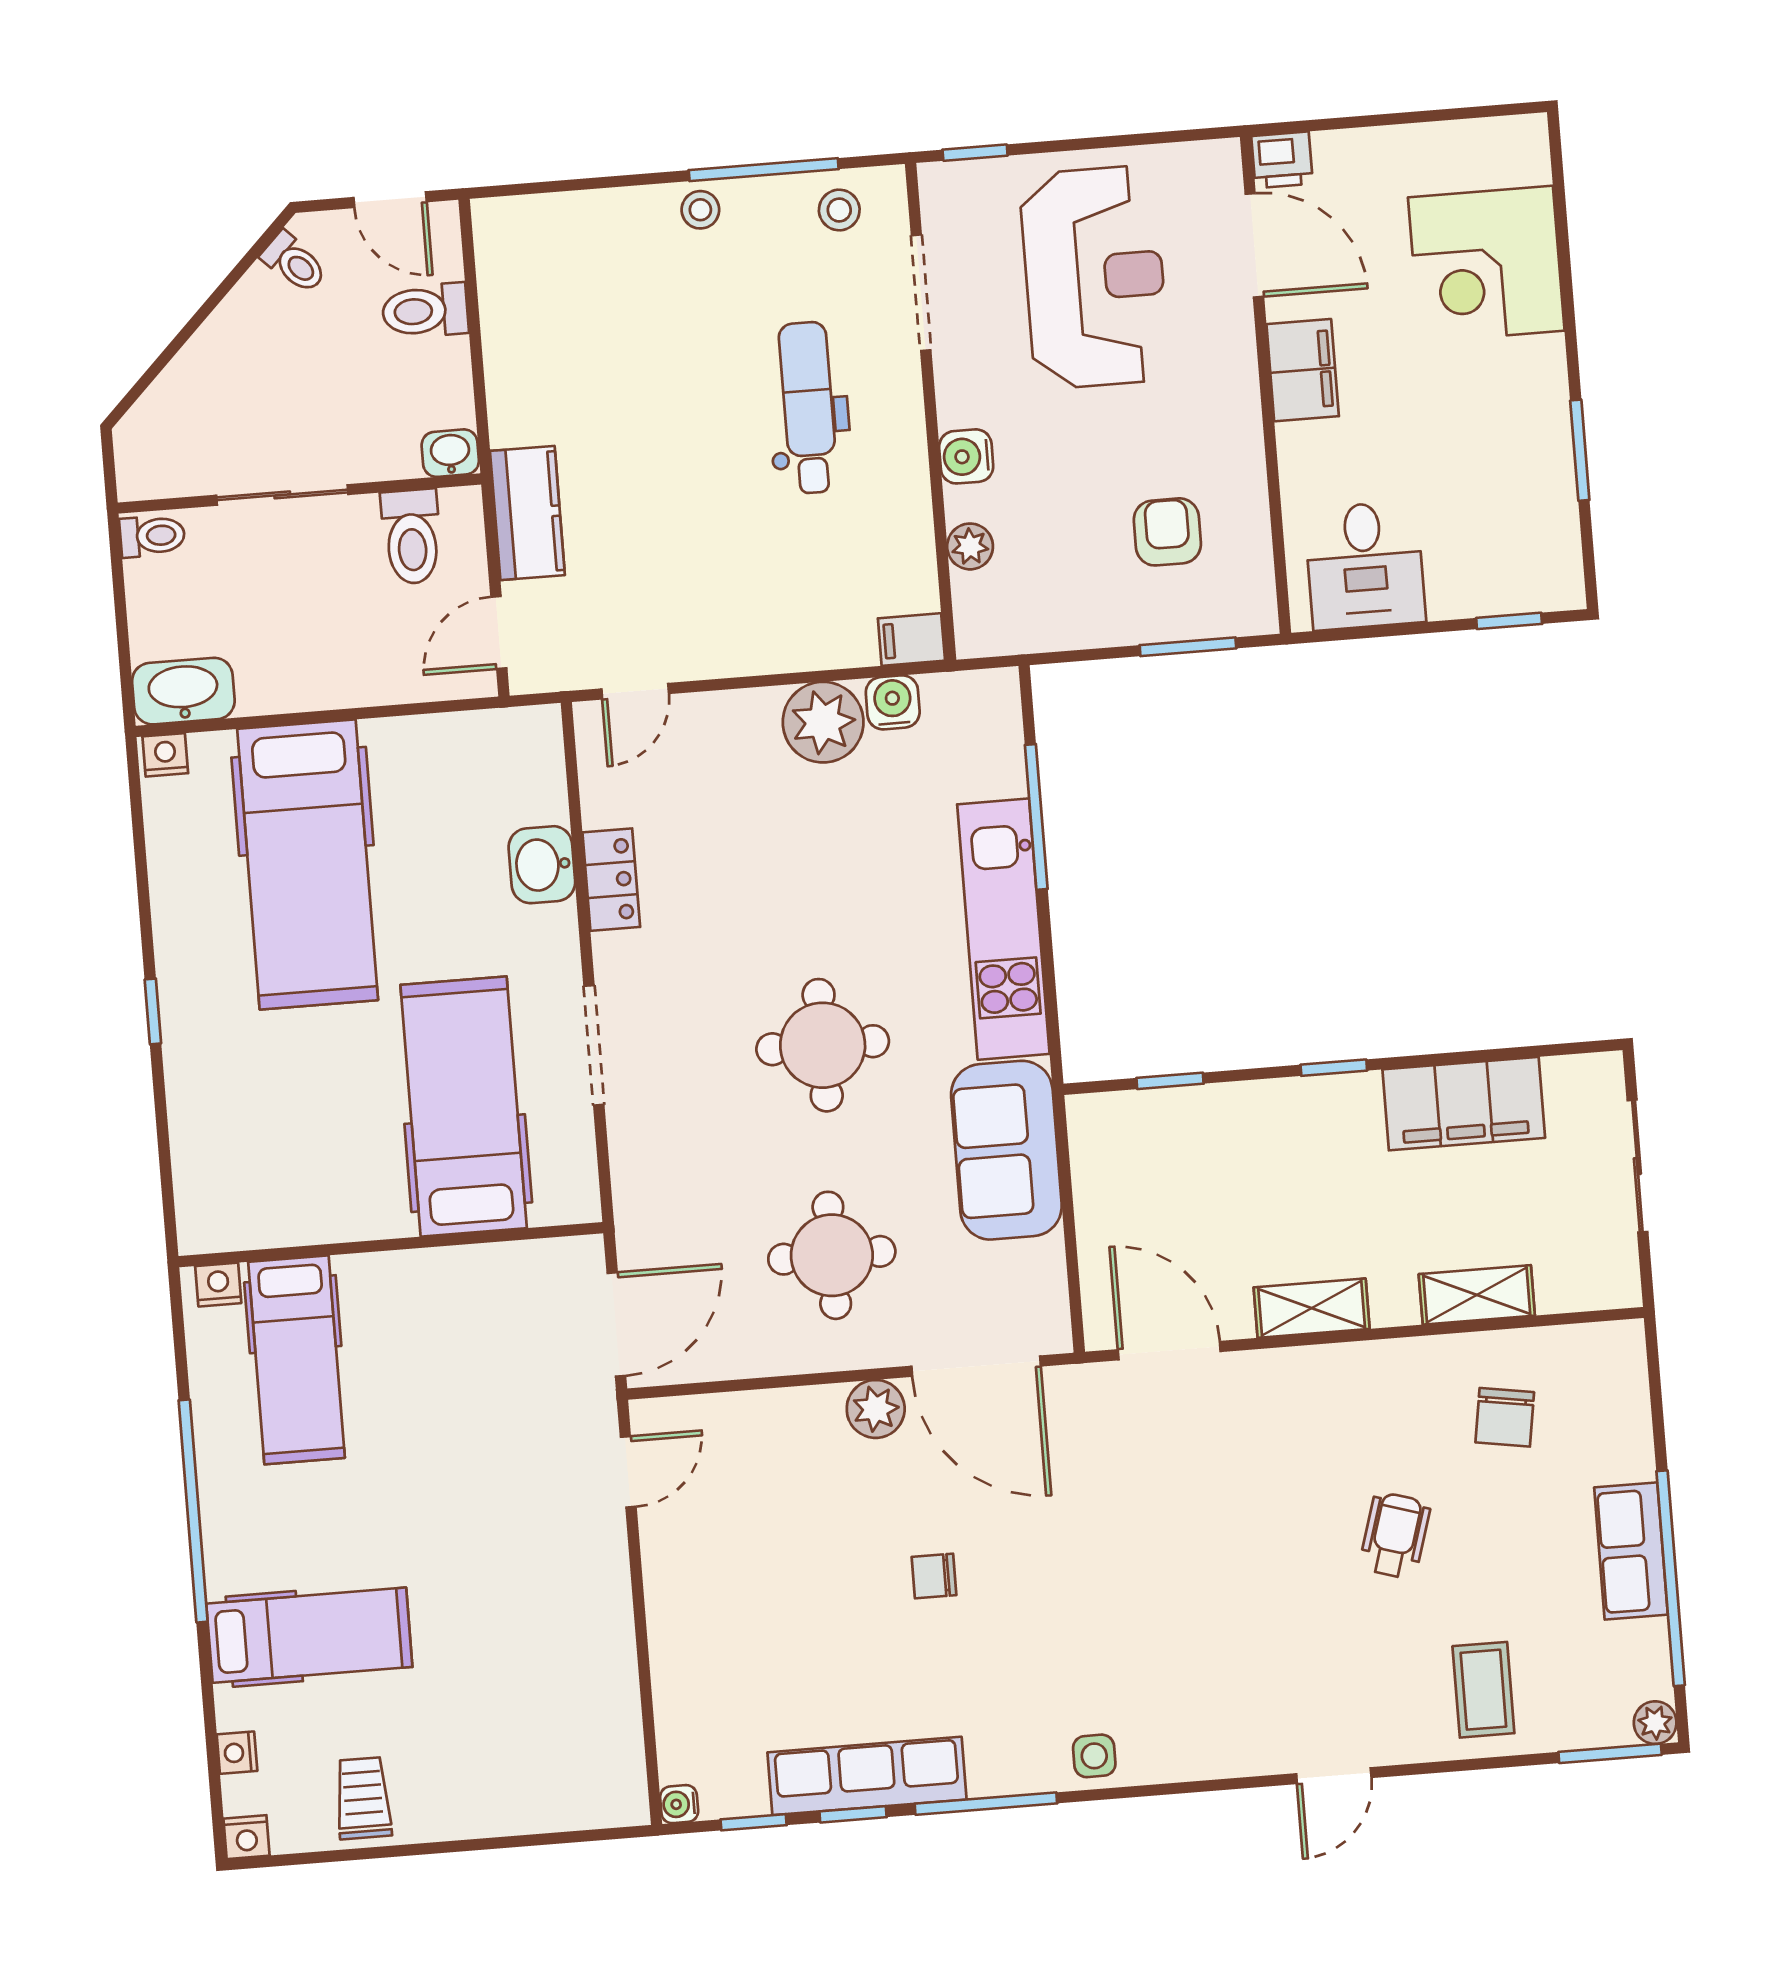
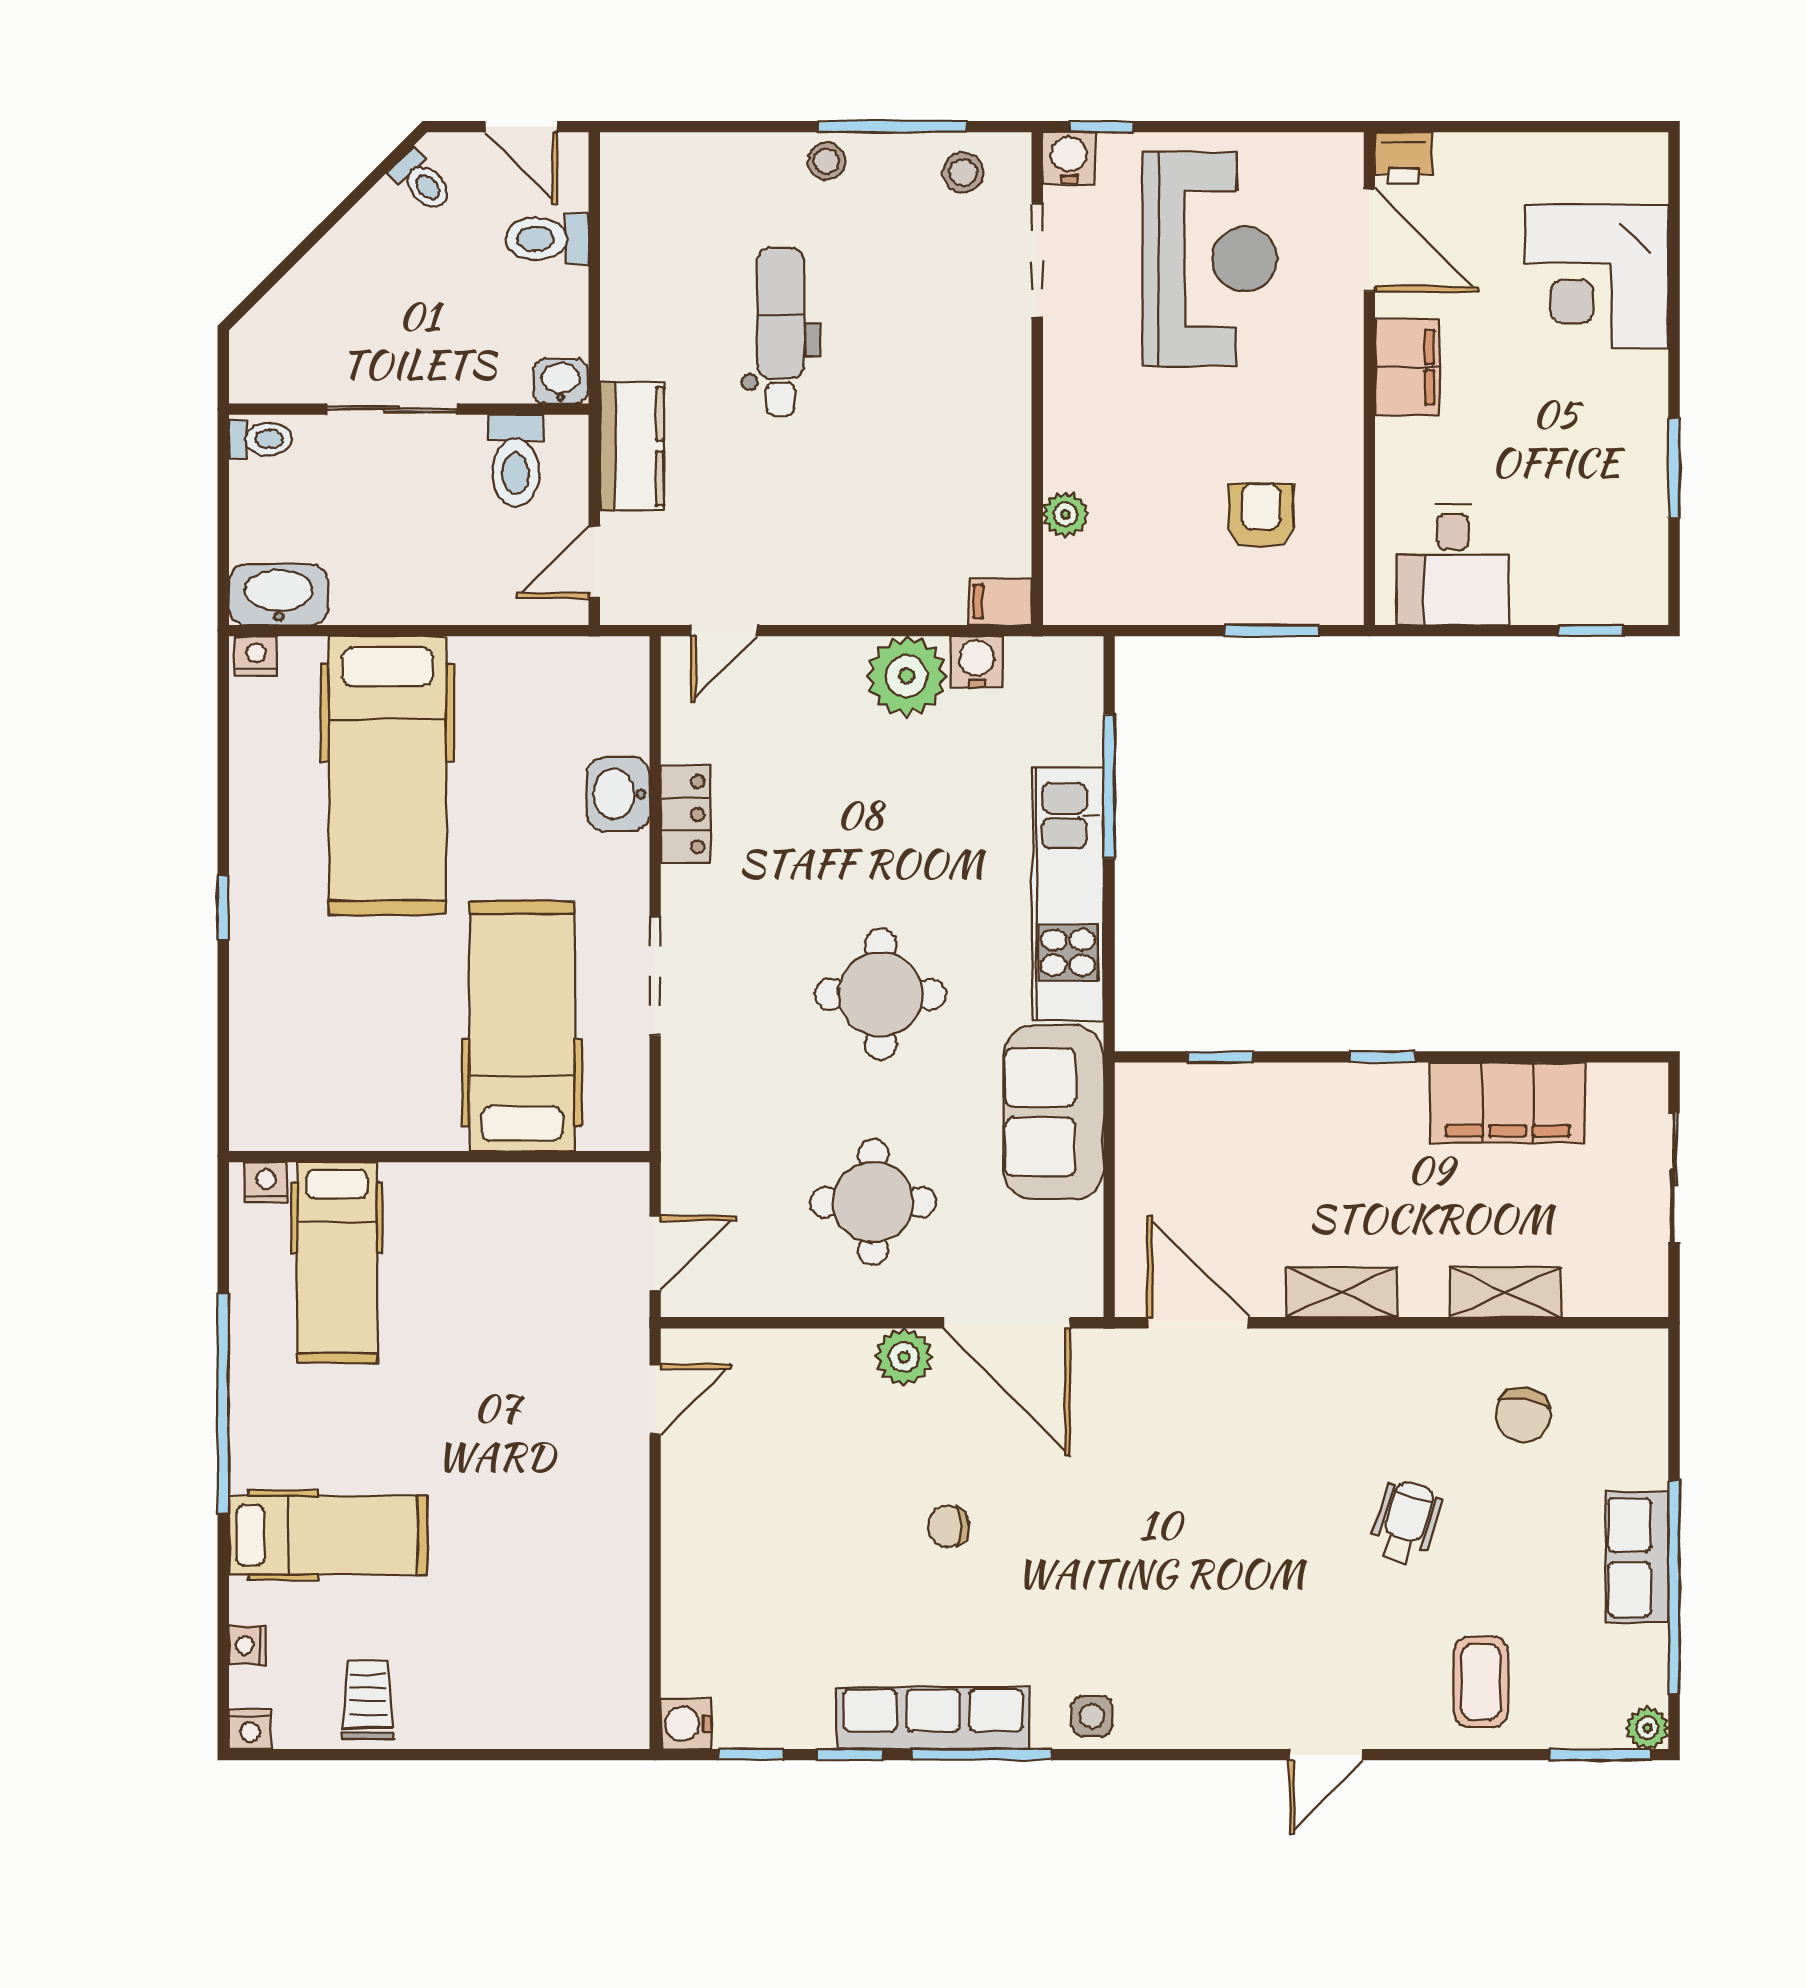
dental chair: (808, 408) -> (781, 332), moved
water cooler: (966, 456) -> (1069, 158), moved, turned 90
door: (616, 1324) -> (655, 1253), width x0.73
row of seats: (867, 1776) -> (933, 1718), moved
water cooler: (679, 1804) -> (686, 1724), width x1.38, depth x1.38

